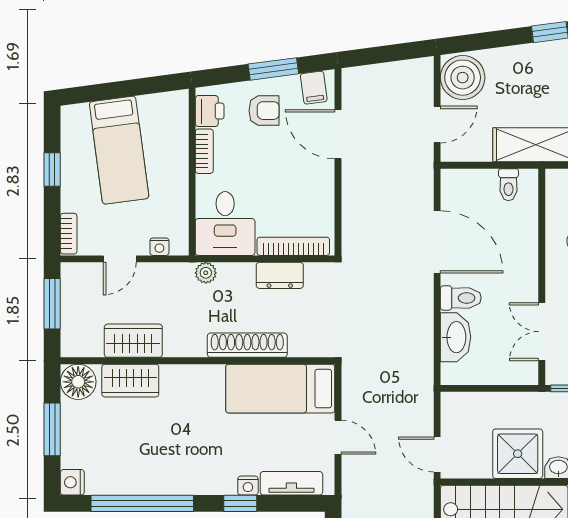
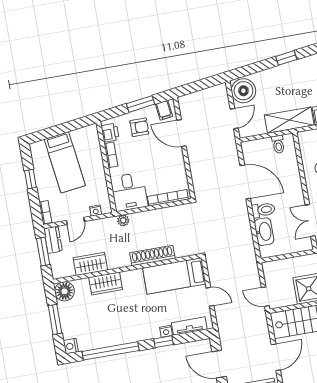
dresser: (280, 275) -> (53, 240), moved, turned -90
wardrobe: (130, 381) -> (106, 283), moved

